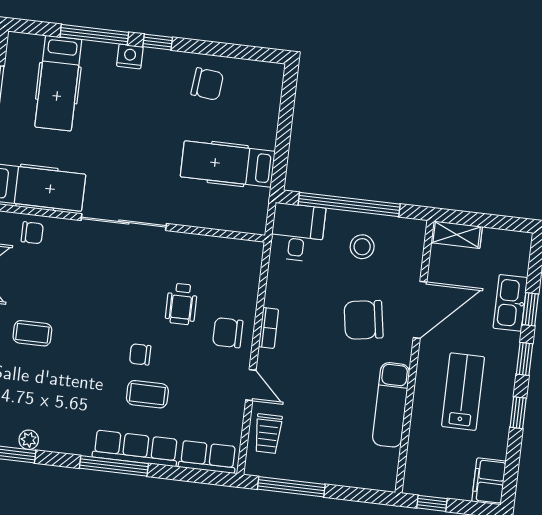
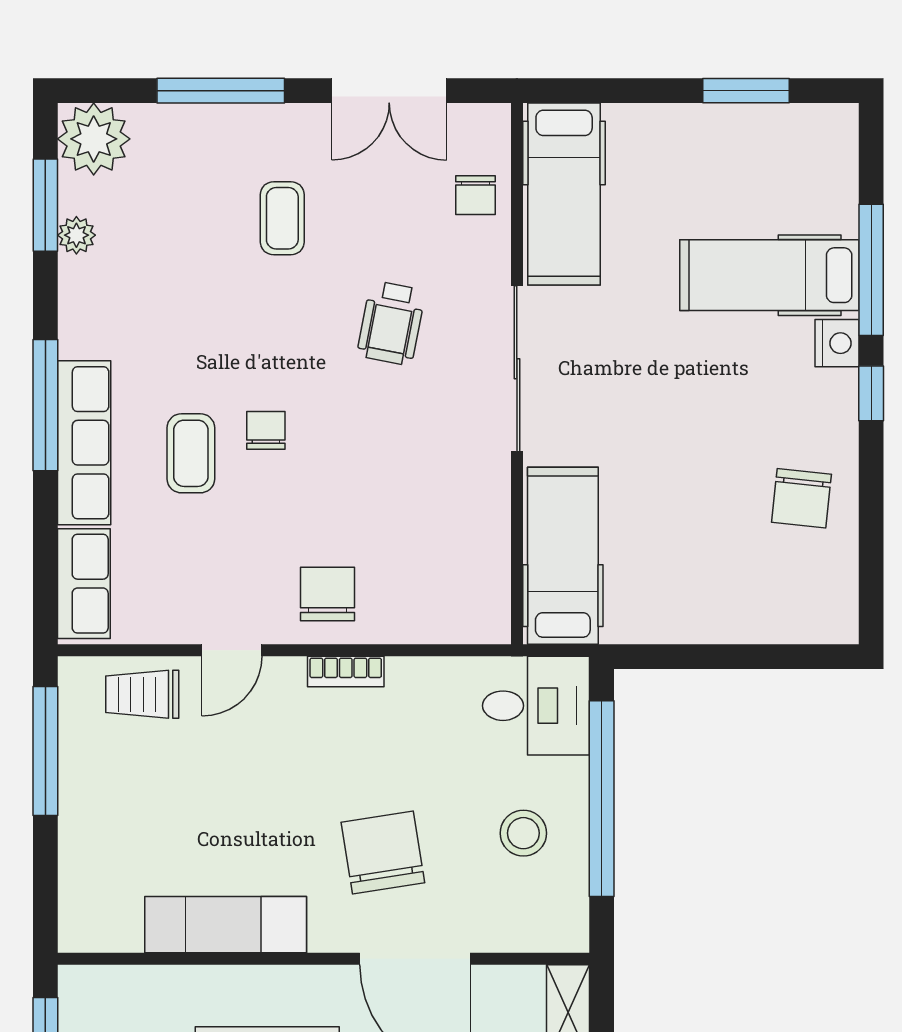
hospital bed: (58, 83) -> (769, 275), moved
hospital bed: (228, 164) -> (563, 556), moved
wheelchair: (181, 304) -> (391, 323), moved, turned -79

